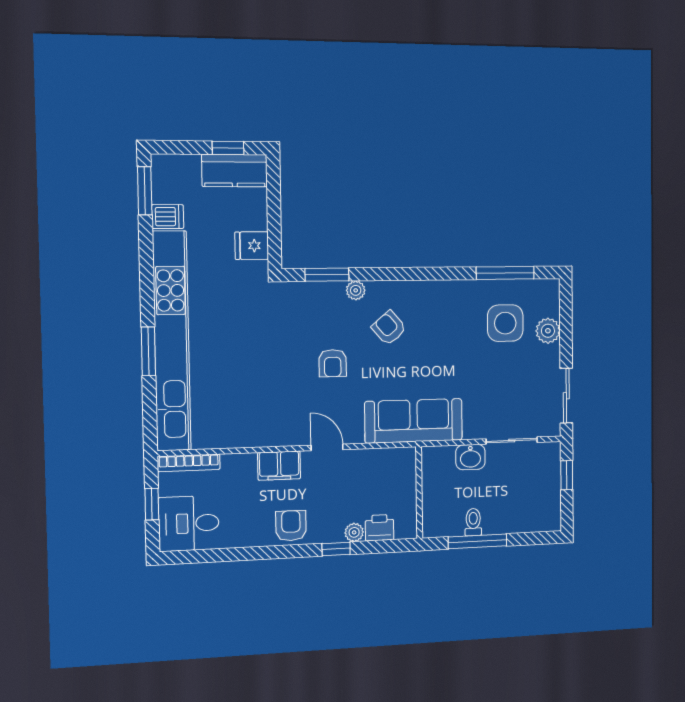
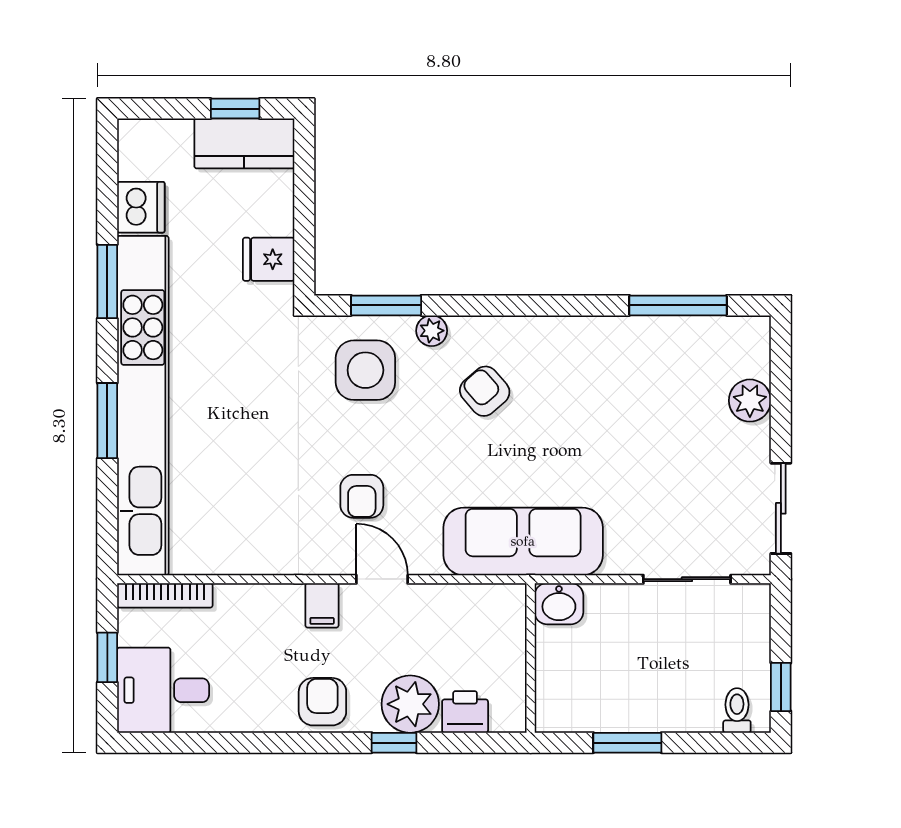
window: (145, 191) -> (107, 282), moved
dishwasher: (168, 217) -> (141, 207), width x1.38
side table: (505, 323) -> (365, 370), moved
armchair: (333, 363) -> (362, 496), moved
washbasin: (470, 457) -> (559, 604), moved
filing cabinet: (279, 466) -> (322, 605), width x0.50
window: (567, 475) -> (781, 687), moved
toilet: (473, 522) -> (737, 710), moved
plant: (354, 532) -> (410, 704), width x1.88, depth x1.88
window: (478, 541) -> (627, 743), width x0.69

